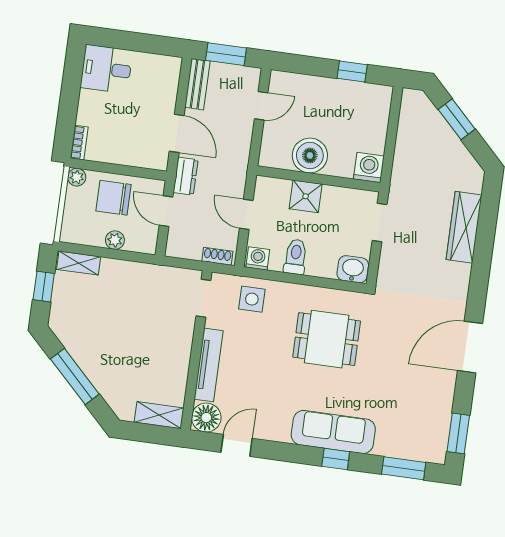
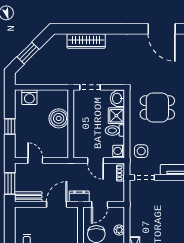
window: (352, 71) -> (10, 127), moved
boiler: (310, 155) -> (59, 118), moved
washing machine: (369, 167) -> (29, 97), moved, turned -90
shower: (306, 196) -> (116, 116), moved
door: (246, 214) -> (95, 160), hinge flipped
dining table: (327, 339) -> (157, 107), turned 90
door: (470, 347) -> (162, 29), moved

